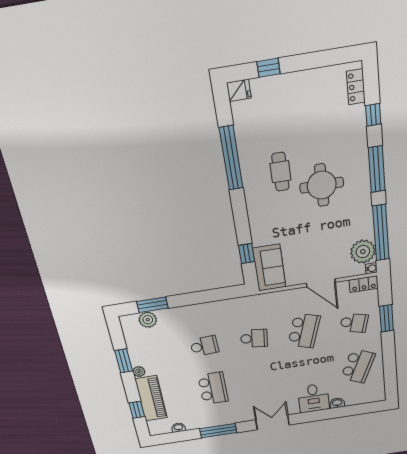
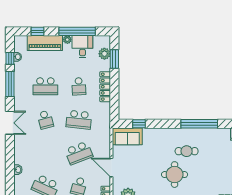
door: (321, 283) -> (111, 168), hinge flipped
locker: (198, 311) -> (105, 87), added
school desk: (304, 331) -> (79, 153), turned -39
school desk: (254, 338) -> (79, 120), width x1.85
window: (124, 361) -> (77, 31), width x2.11
school desk: (261, 381) -> (45, 120), added
desk: (313, 398) -> (82, 47), moved, turned 90
window: (183, 436) -> (10, 58), added

